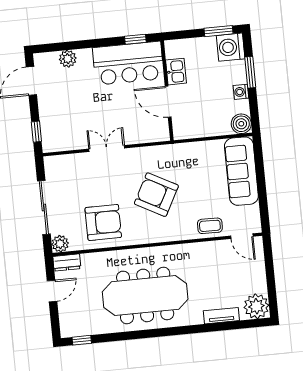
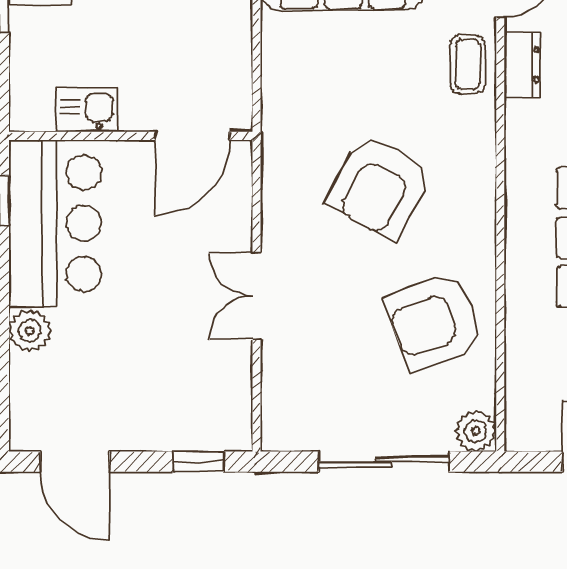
plant: (68, 59) -> (30, 331), moved
door: (168, 102) -> (192, 136), moved
armchair: (103, 222) -> (434, 321), turned -111
dresser: (67, 262) -> (522, 65), moved

